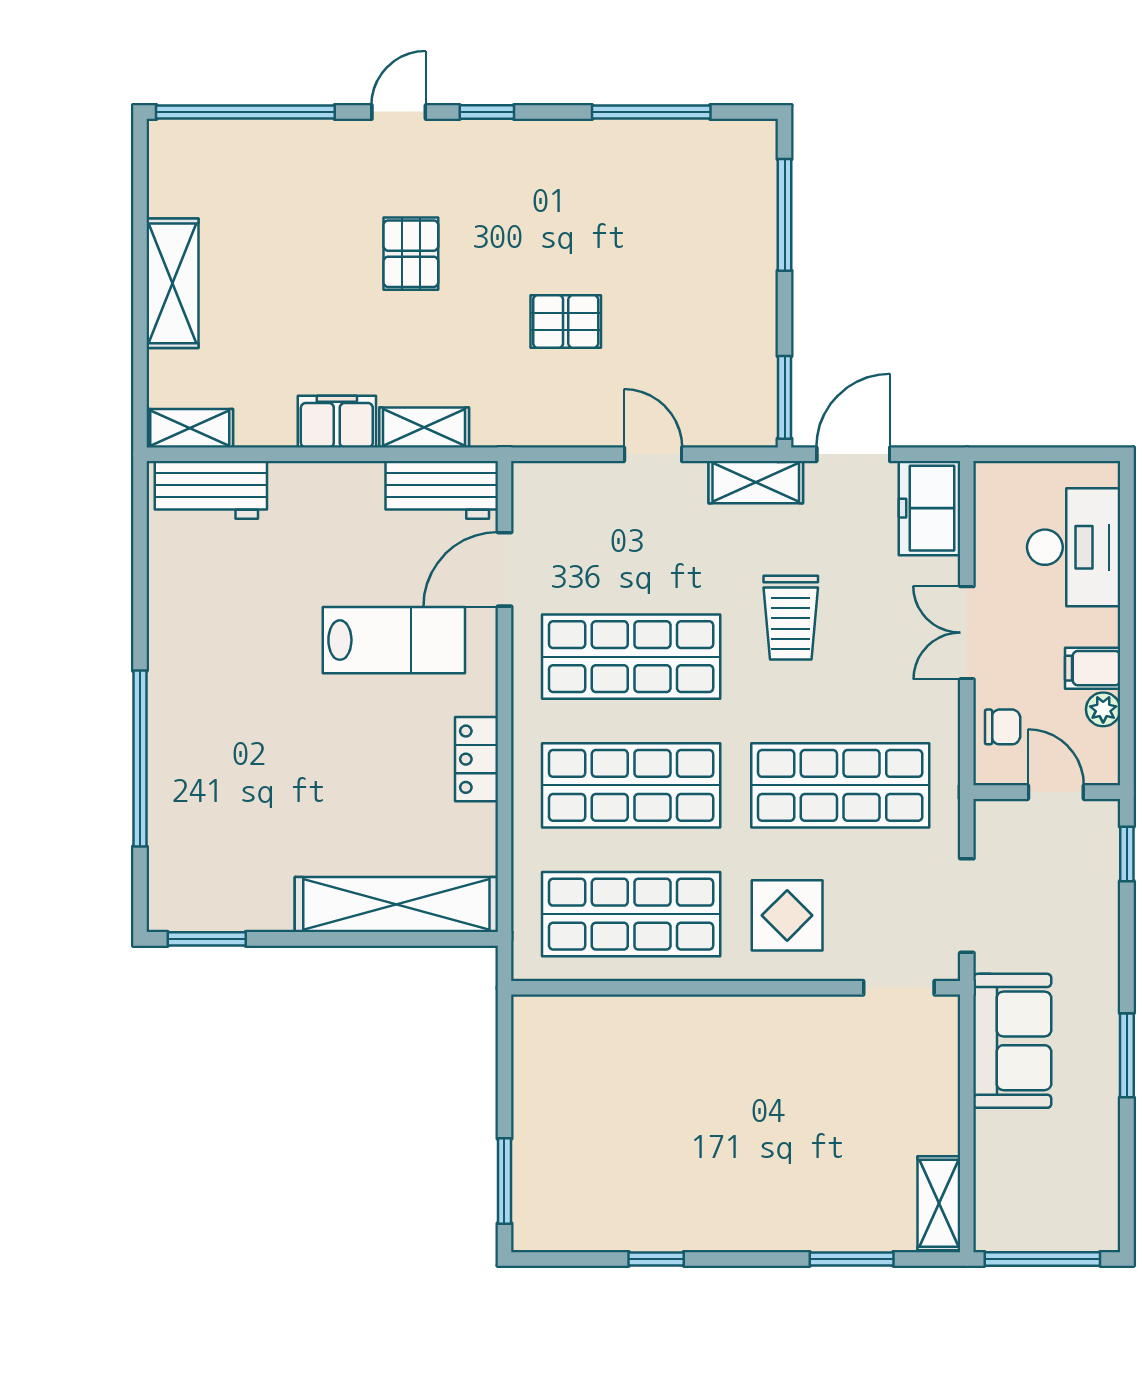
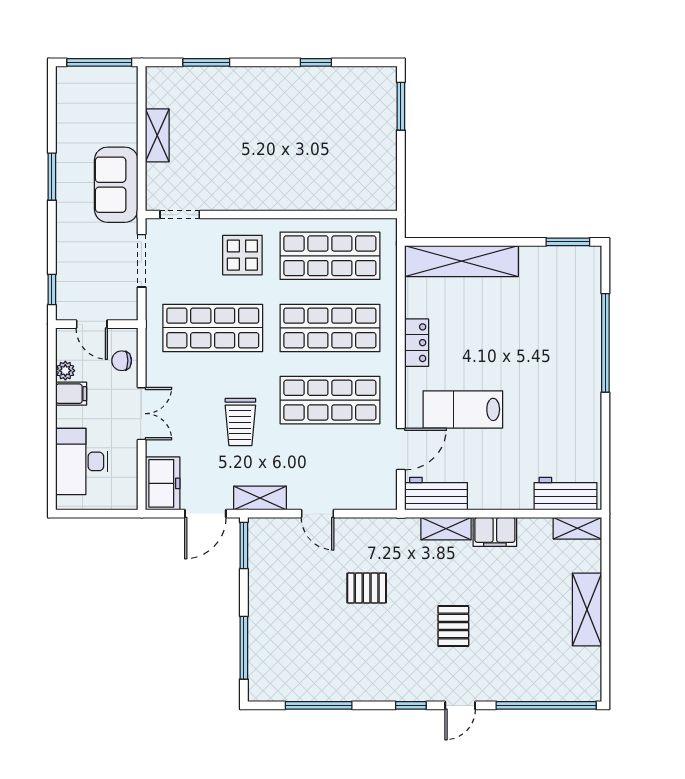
trolley: (791, 618) -> (240, 422), turned 180
shelving: (939, 1203) -> (157, 135), moved

